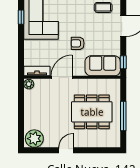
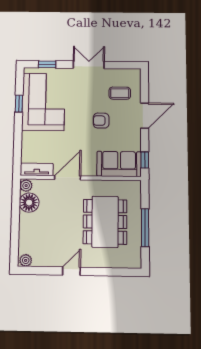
armchair: (78, 43) -> (101, 121), moved
floor lamp: (32, 98) -> (29, 203), added
dining table: (92, 112) -> (105, 222), turned 90
plant: (34, 139) -> (26, 260), width x0.53, depth x0.53

